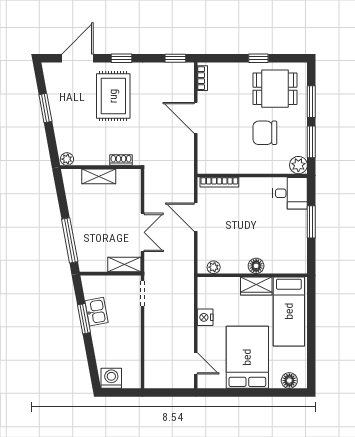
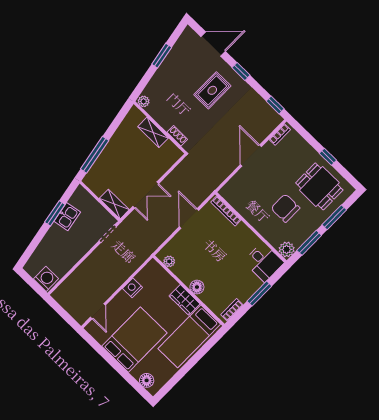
rug: (113, 96) -> (212, 90), width x0.73, depth x0.70
bookcase: (302, 256) -> (232, 310), added
washing machine: (111, 378) -> (46, 279), moved

